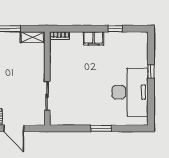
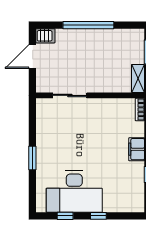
window: (151, 100) -> (65, 216), added

